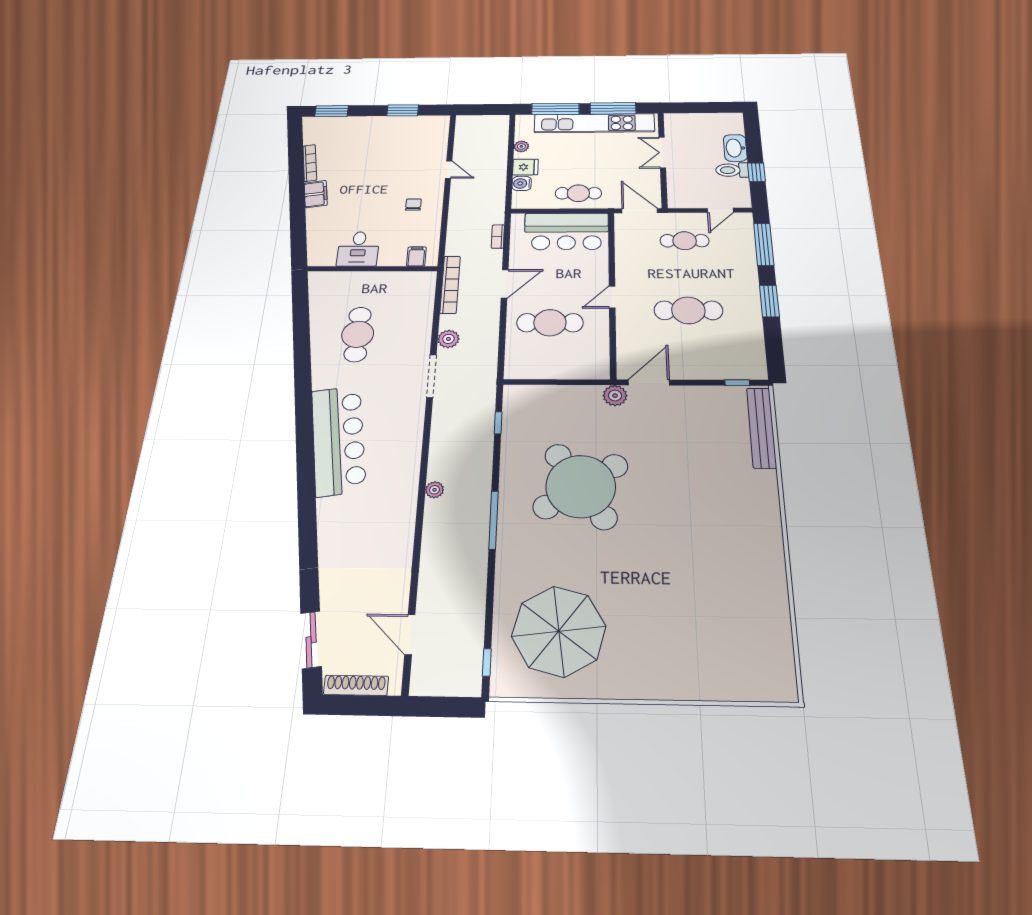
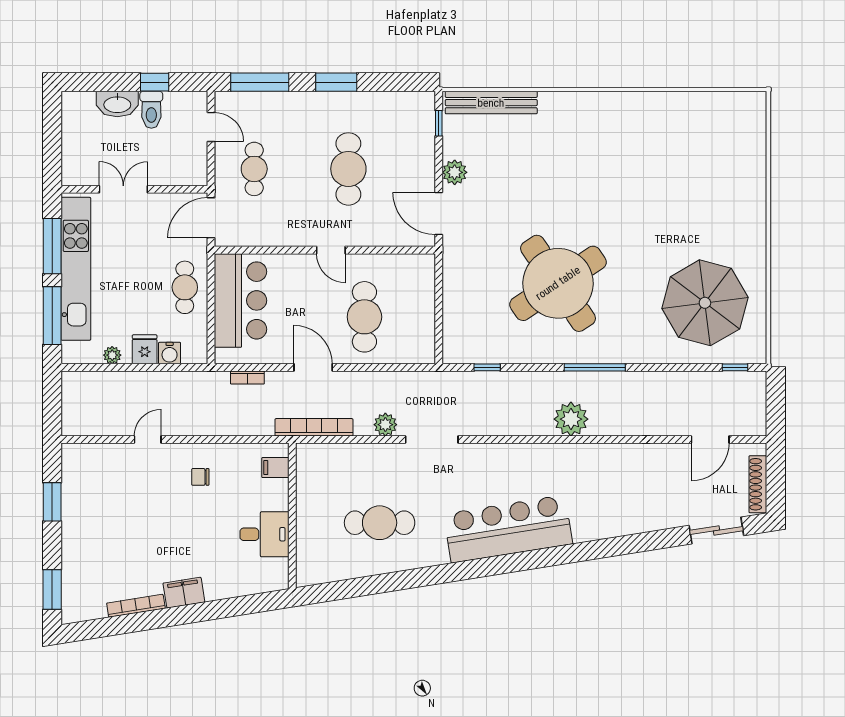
double door: (662, 152) -> (123, 189), swing flipped
plant: (615, 396) -> (455, 172), moved
plant: (435, 490) -> (571, 419), width x1.87, depth x1.87

